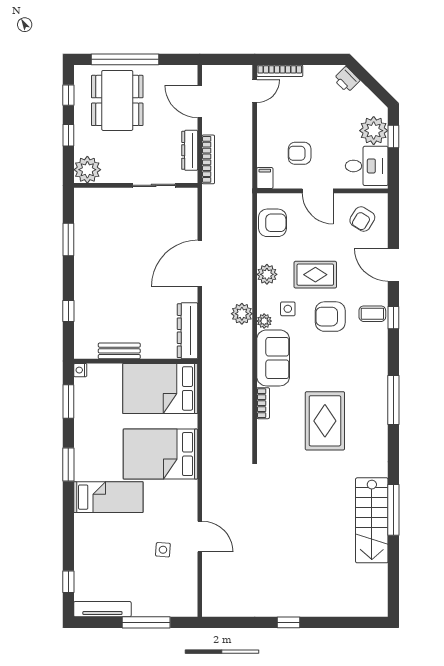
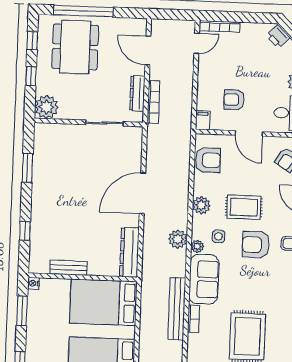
bench: (244, 392) -> (177, 309), added

